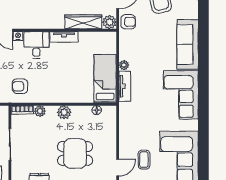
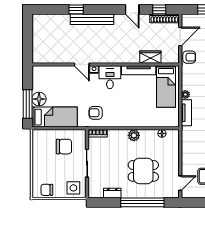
wardrobe: (83, 22) -> (150, 57), width x0.67
plant: (110, 22) -> (173, 57), removed
tv unit: (64, 37) -> (139, 70), width x1.41
bed: (105, 79) -> (166, 87), moved, turned 180
plant: (40, 111) -> (113, 134), removed

